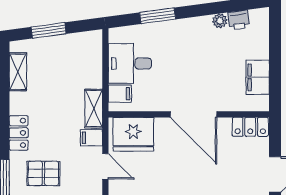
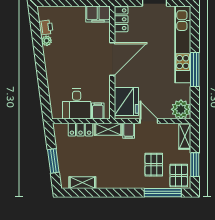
window: (158, 16) -> (43, 84), removed
filing cabinet: (258, 77) -> (98, 14), moved
locker: (19, 133) -> (80, 130), moved, turned 180
door: (105, 166) -> (149, 121), hinge flipped

